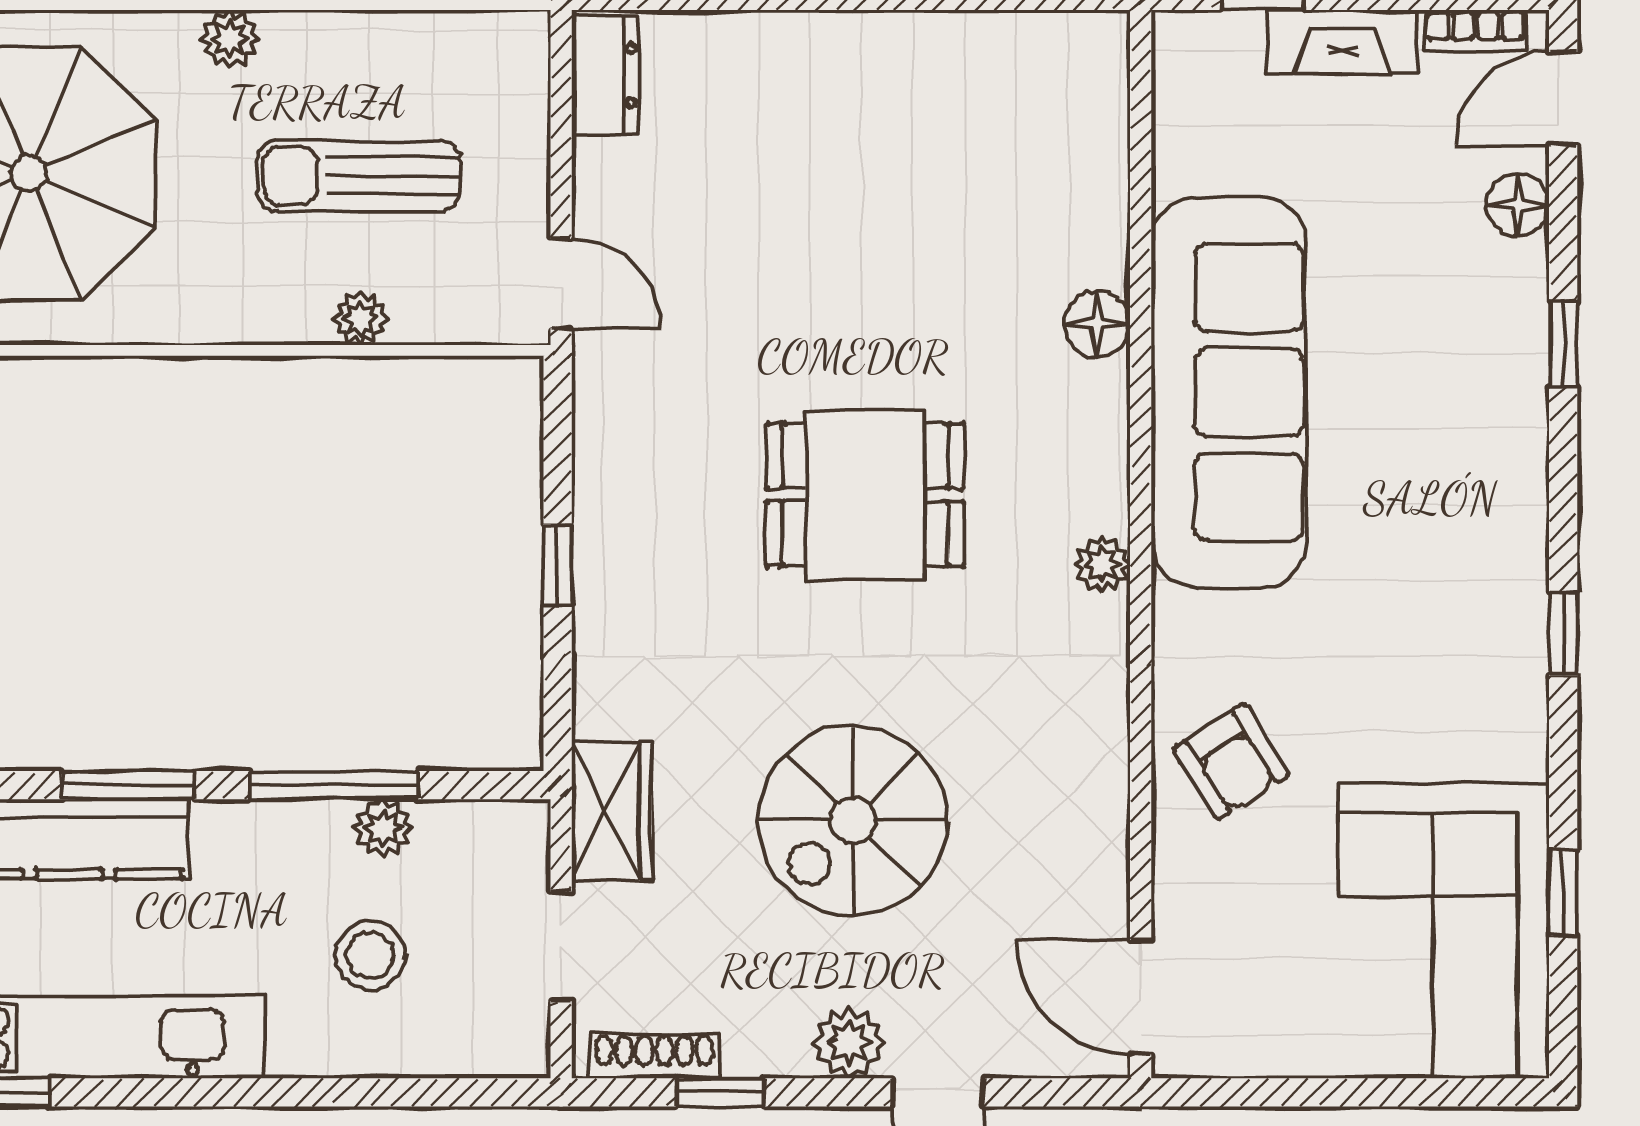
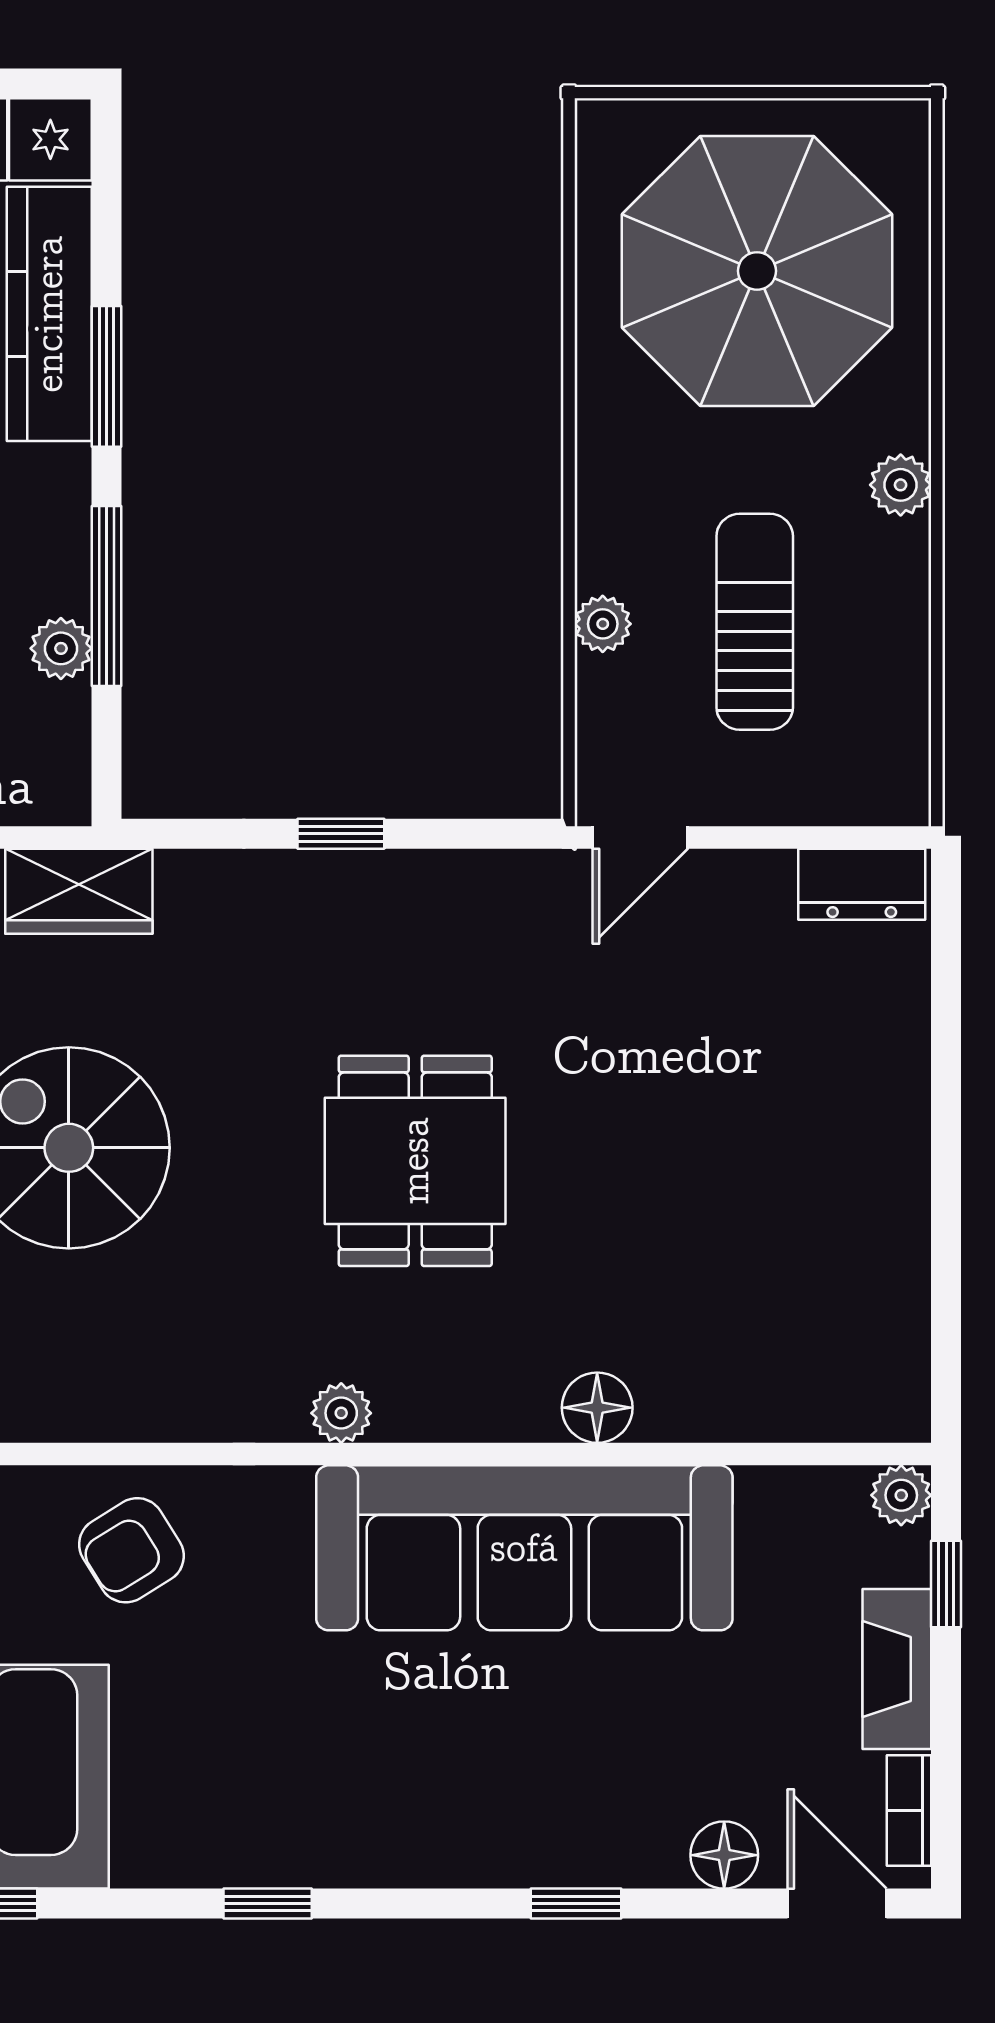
plant: (1179, 38) -> (901, 1495), added

